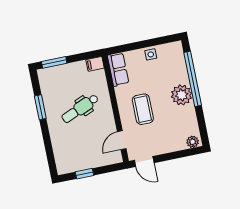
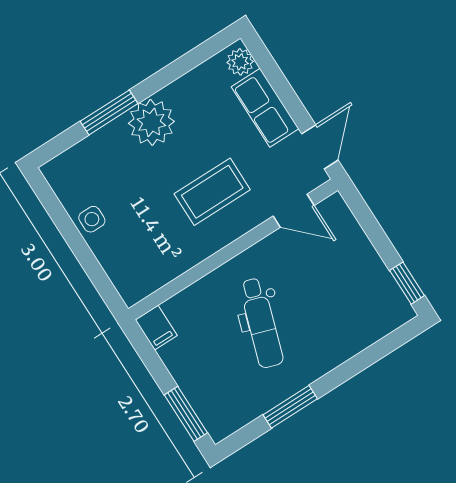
row of seats: (118, 69) -> (265, 108), moved, turned -90
window: (193, 79) -> (109, 112), width x0.47
dental chair: (80, 109) -> (261, 323), turned 41
window: (84, 174) -> (407, 283), moved

